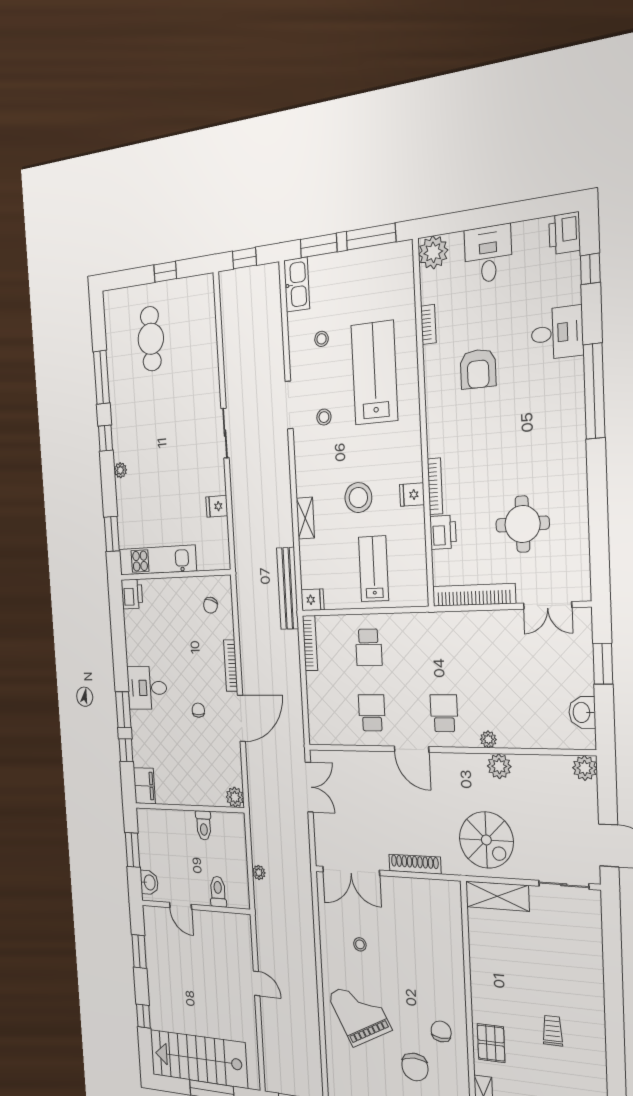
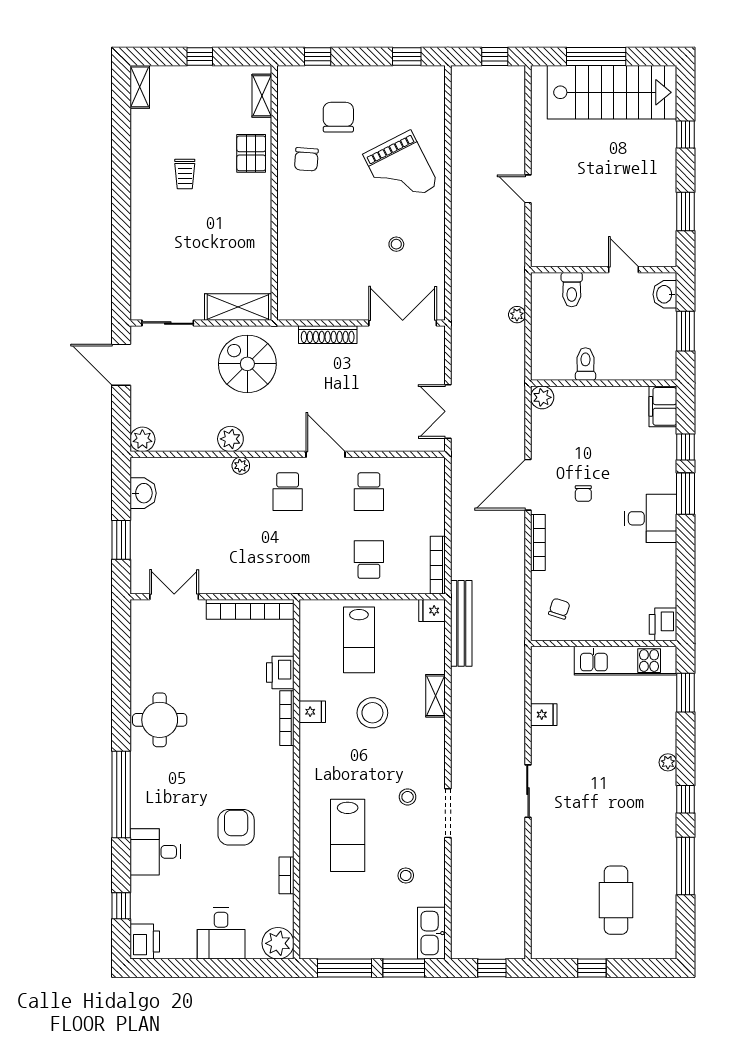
lab bench: (374, 373) -> (348, 835), width x0.73, depth x0.72
round table: (523, 524) -> (160, 720), moved

